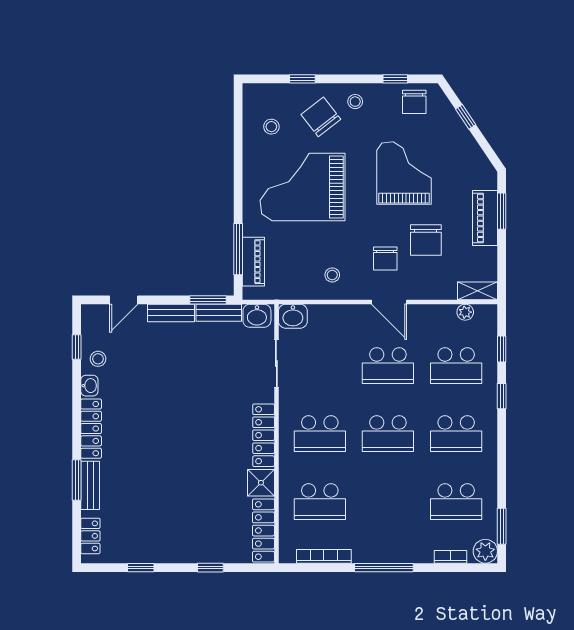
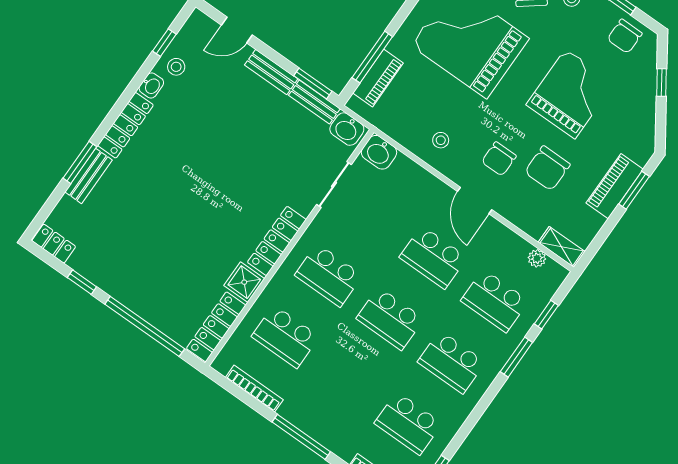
window: (502, 396) -> (516, 357), width x1.50
locker: (90, 536) -> (54, 244), moved, turned -90
window: (210, 568) -> (145, 326), width x3.17

